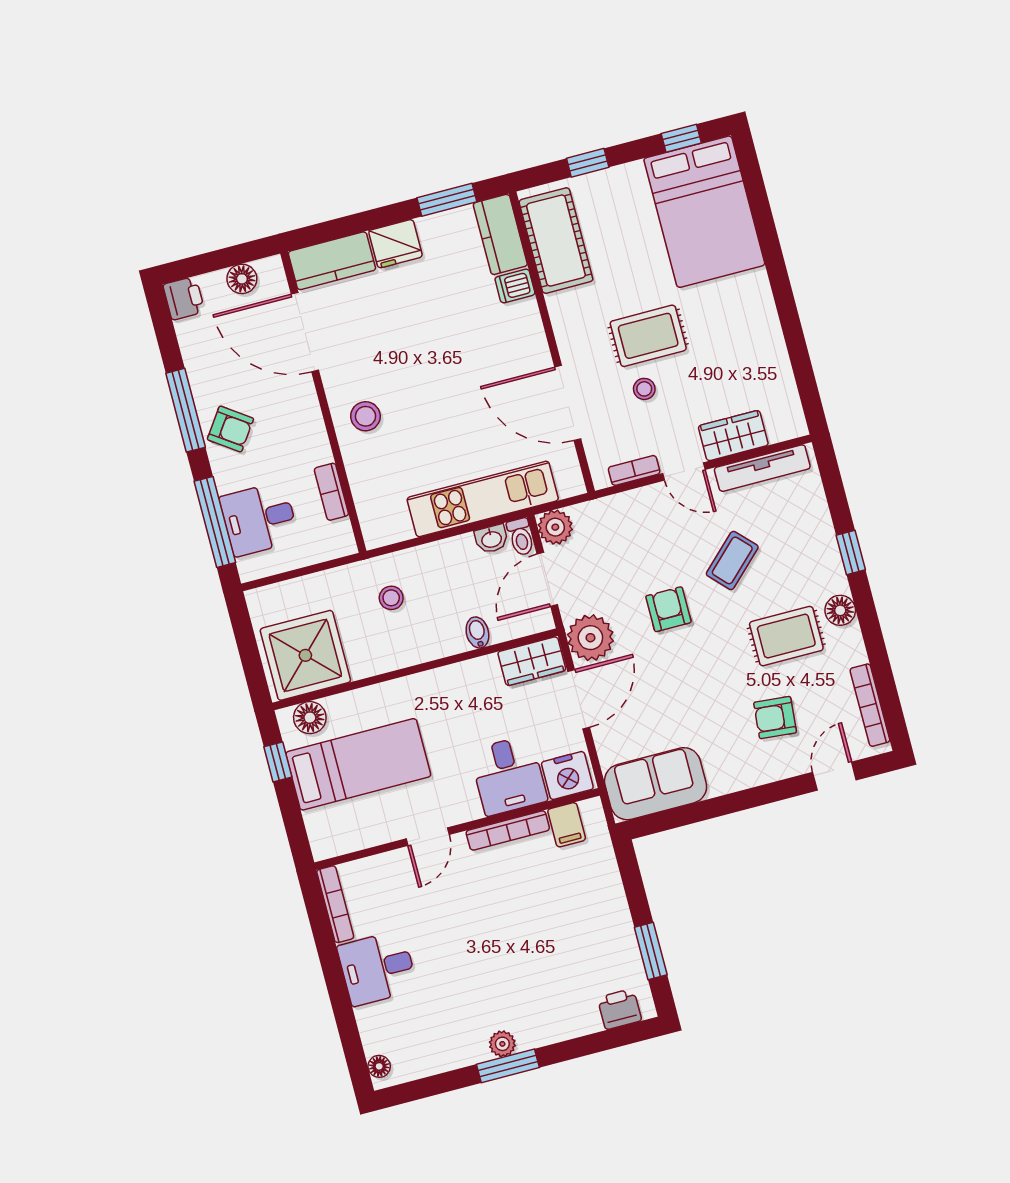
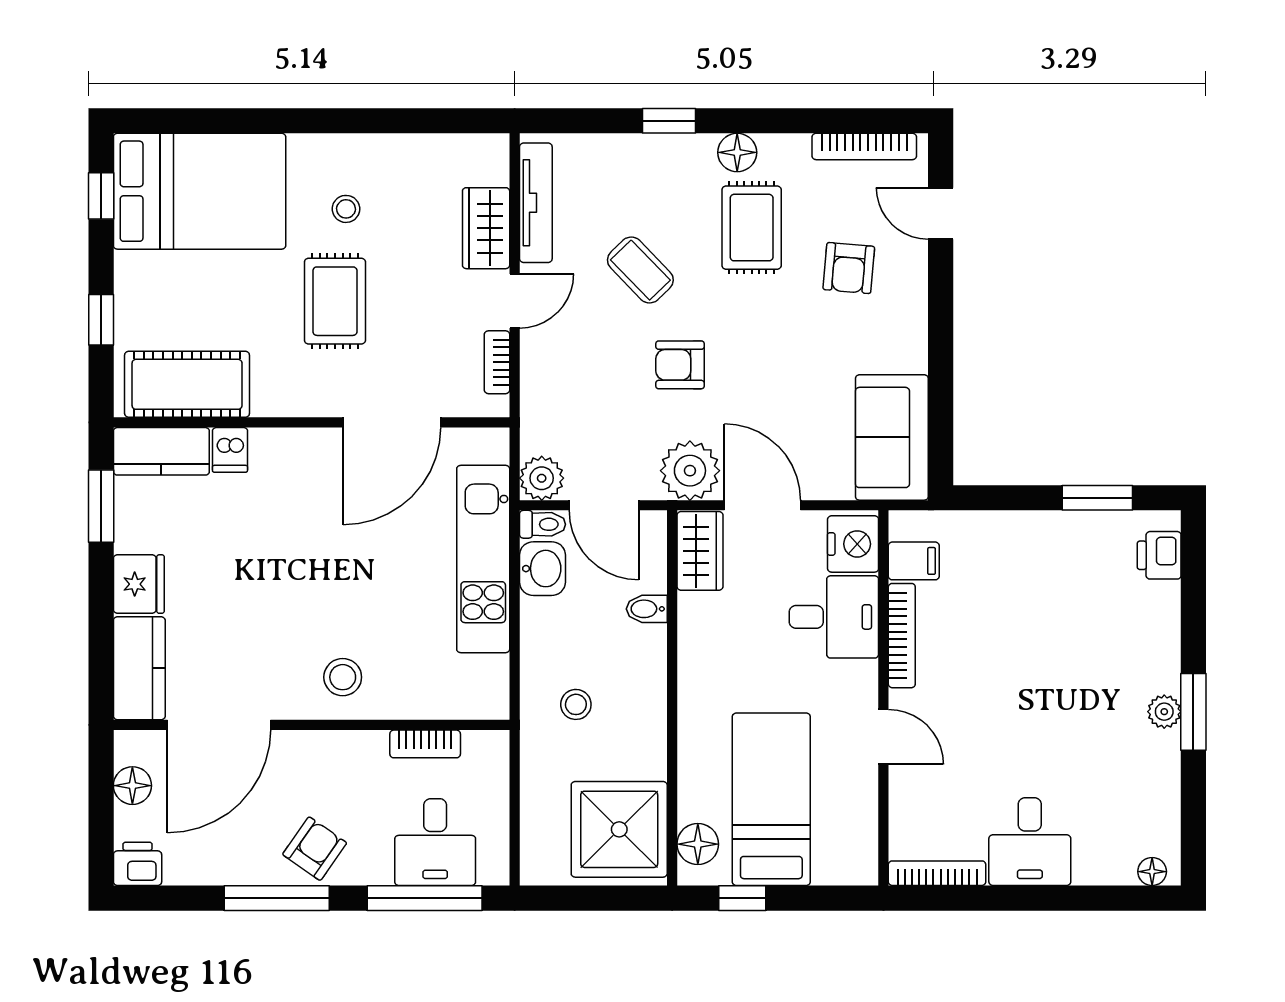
stool: (644, 389) -> (346, 209), moved
washbasin: (491, 539) -> (542, 569), width x1.38, depth x1.45

